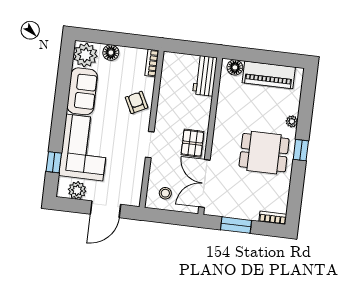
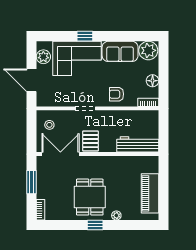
floor lamp: (111, 53) -> (153, 81), moved
floor lamp: (235, 67) -> (153, 167), removed
workbench: (205, 76) -> (138, 144), width x1.38
armchair: (137, 102) -> (117, 94), turned -153
pallet: (192, 143) -> (90, 141), turned 90
window: (54, 162) -> (85, 36), moved

